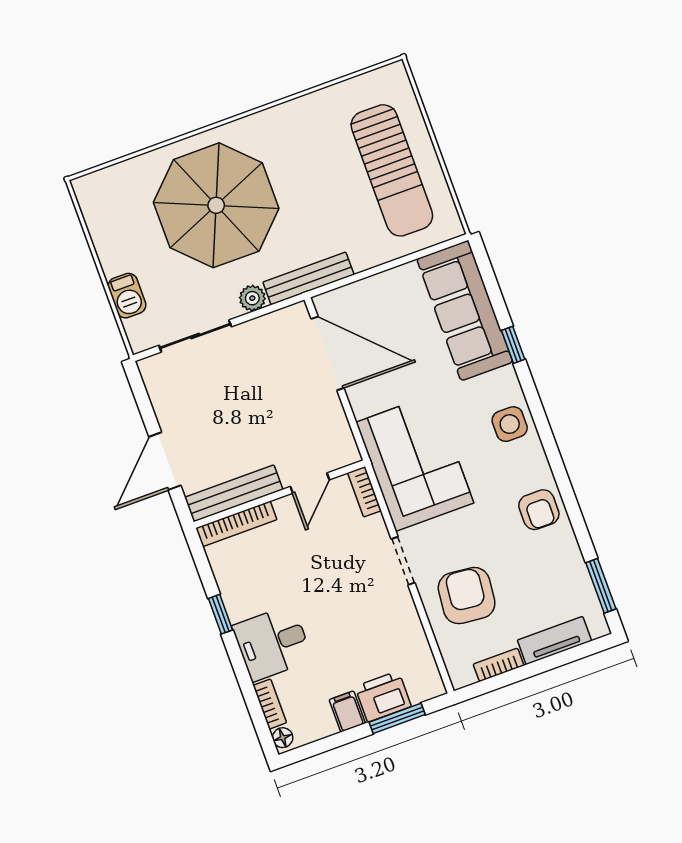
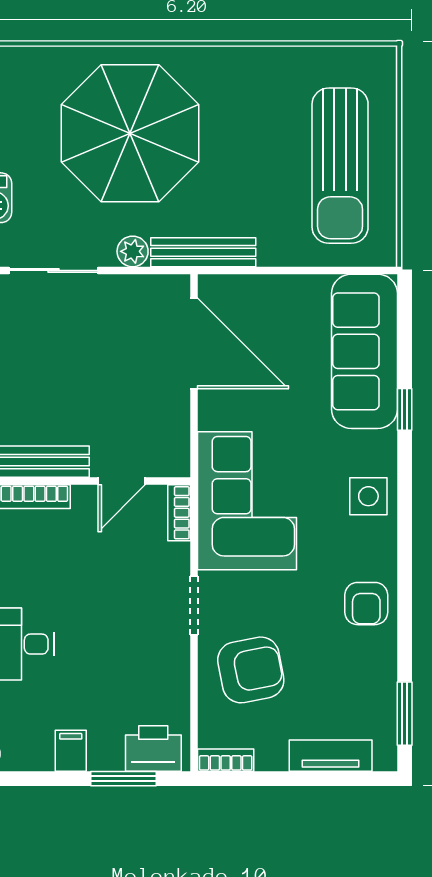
armchair: (467, 596) -> (251, 670), turned 73
bookcase: (499, 665) -> (226, 760), moved
printer: (383, 696) -> (153, 749), moved

